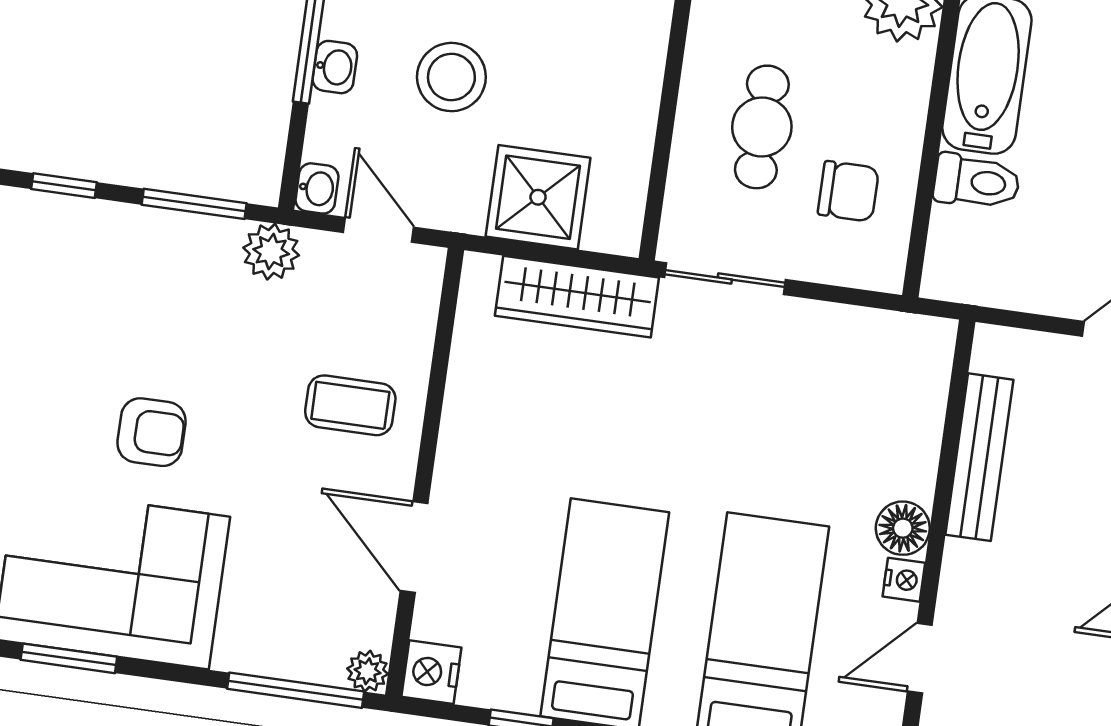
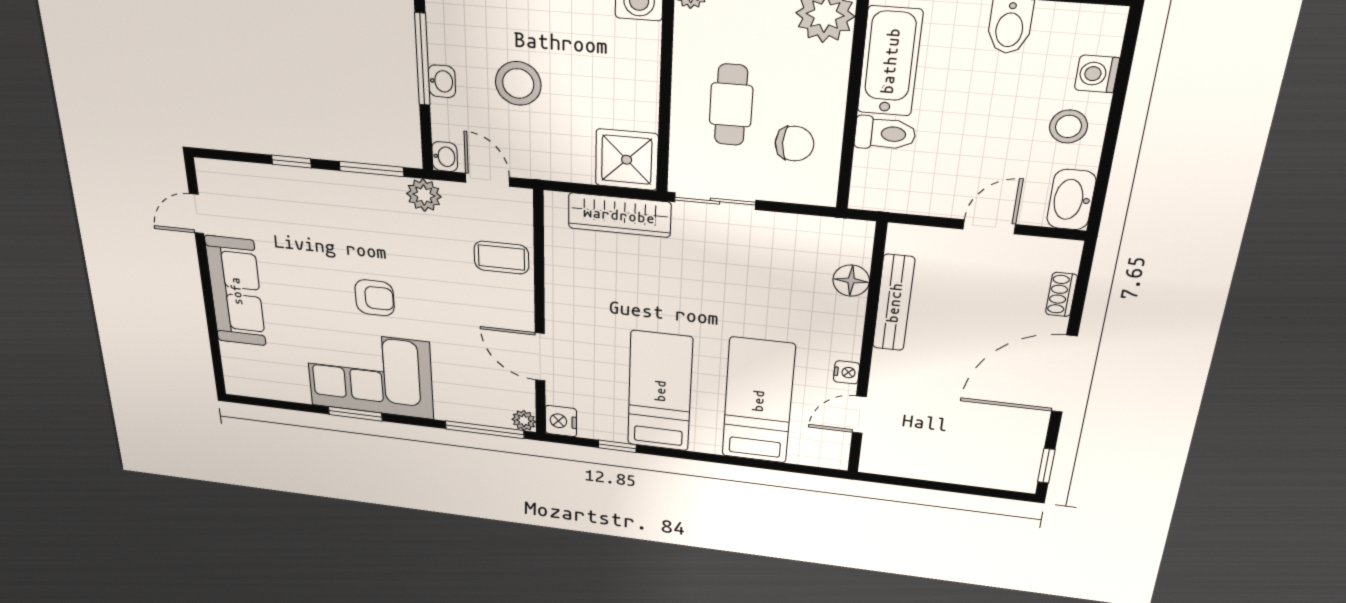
shower: (538, 197) -> (627, 160), moved
coffee table: (350, 405) -> (501, 258), moved
floor lamp: (903, 528) -> (851, 281), moved

